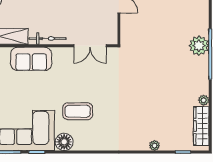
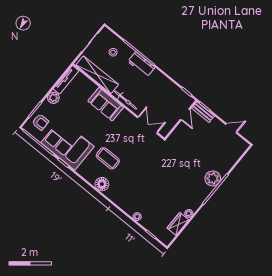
double door: (90, 46) -> (147, 125), swing flipped
wardrobe: (201, 126) -> (178, 224), width x0.67
floor lamp: (64, 142) -> (102, 184), moved

